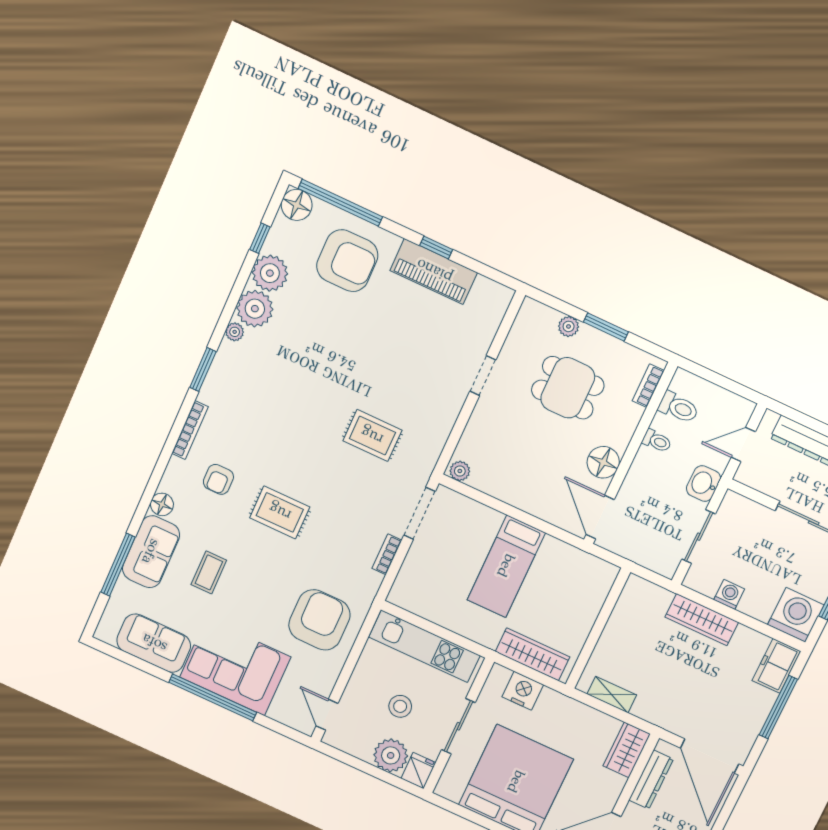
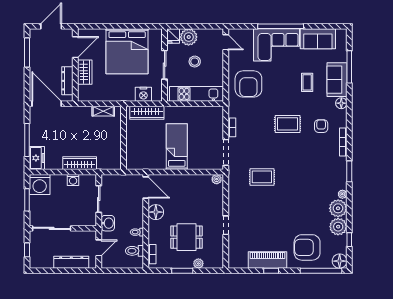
wardrobe: (627, 750) -> (85, 72), moved

